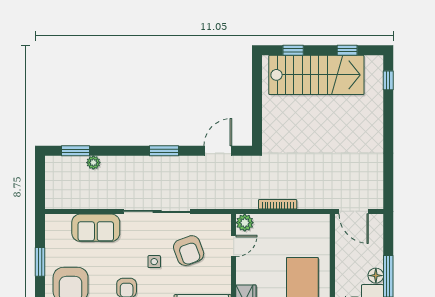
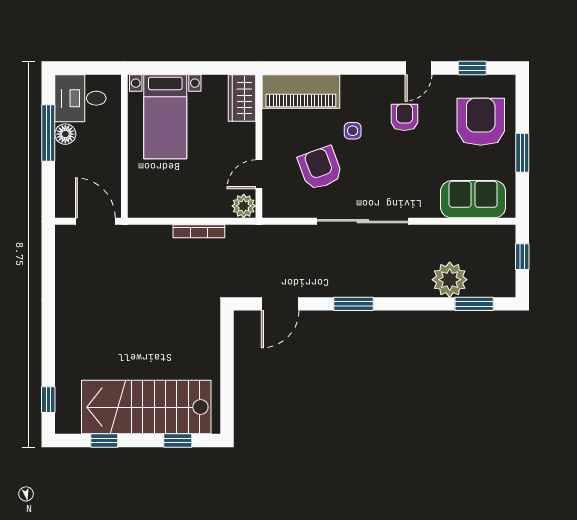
plant: (93, 163) -> (450, 280), width x1.88, depth x1.88
window: (40, 186) -> (522, 257), added
sofa: (96, 228) -> (473, 199), moved
side table: (154, 262) -> (353, 131), moved

